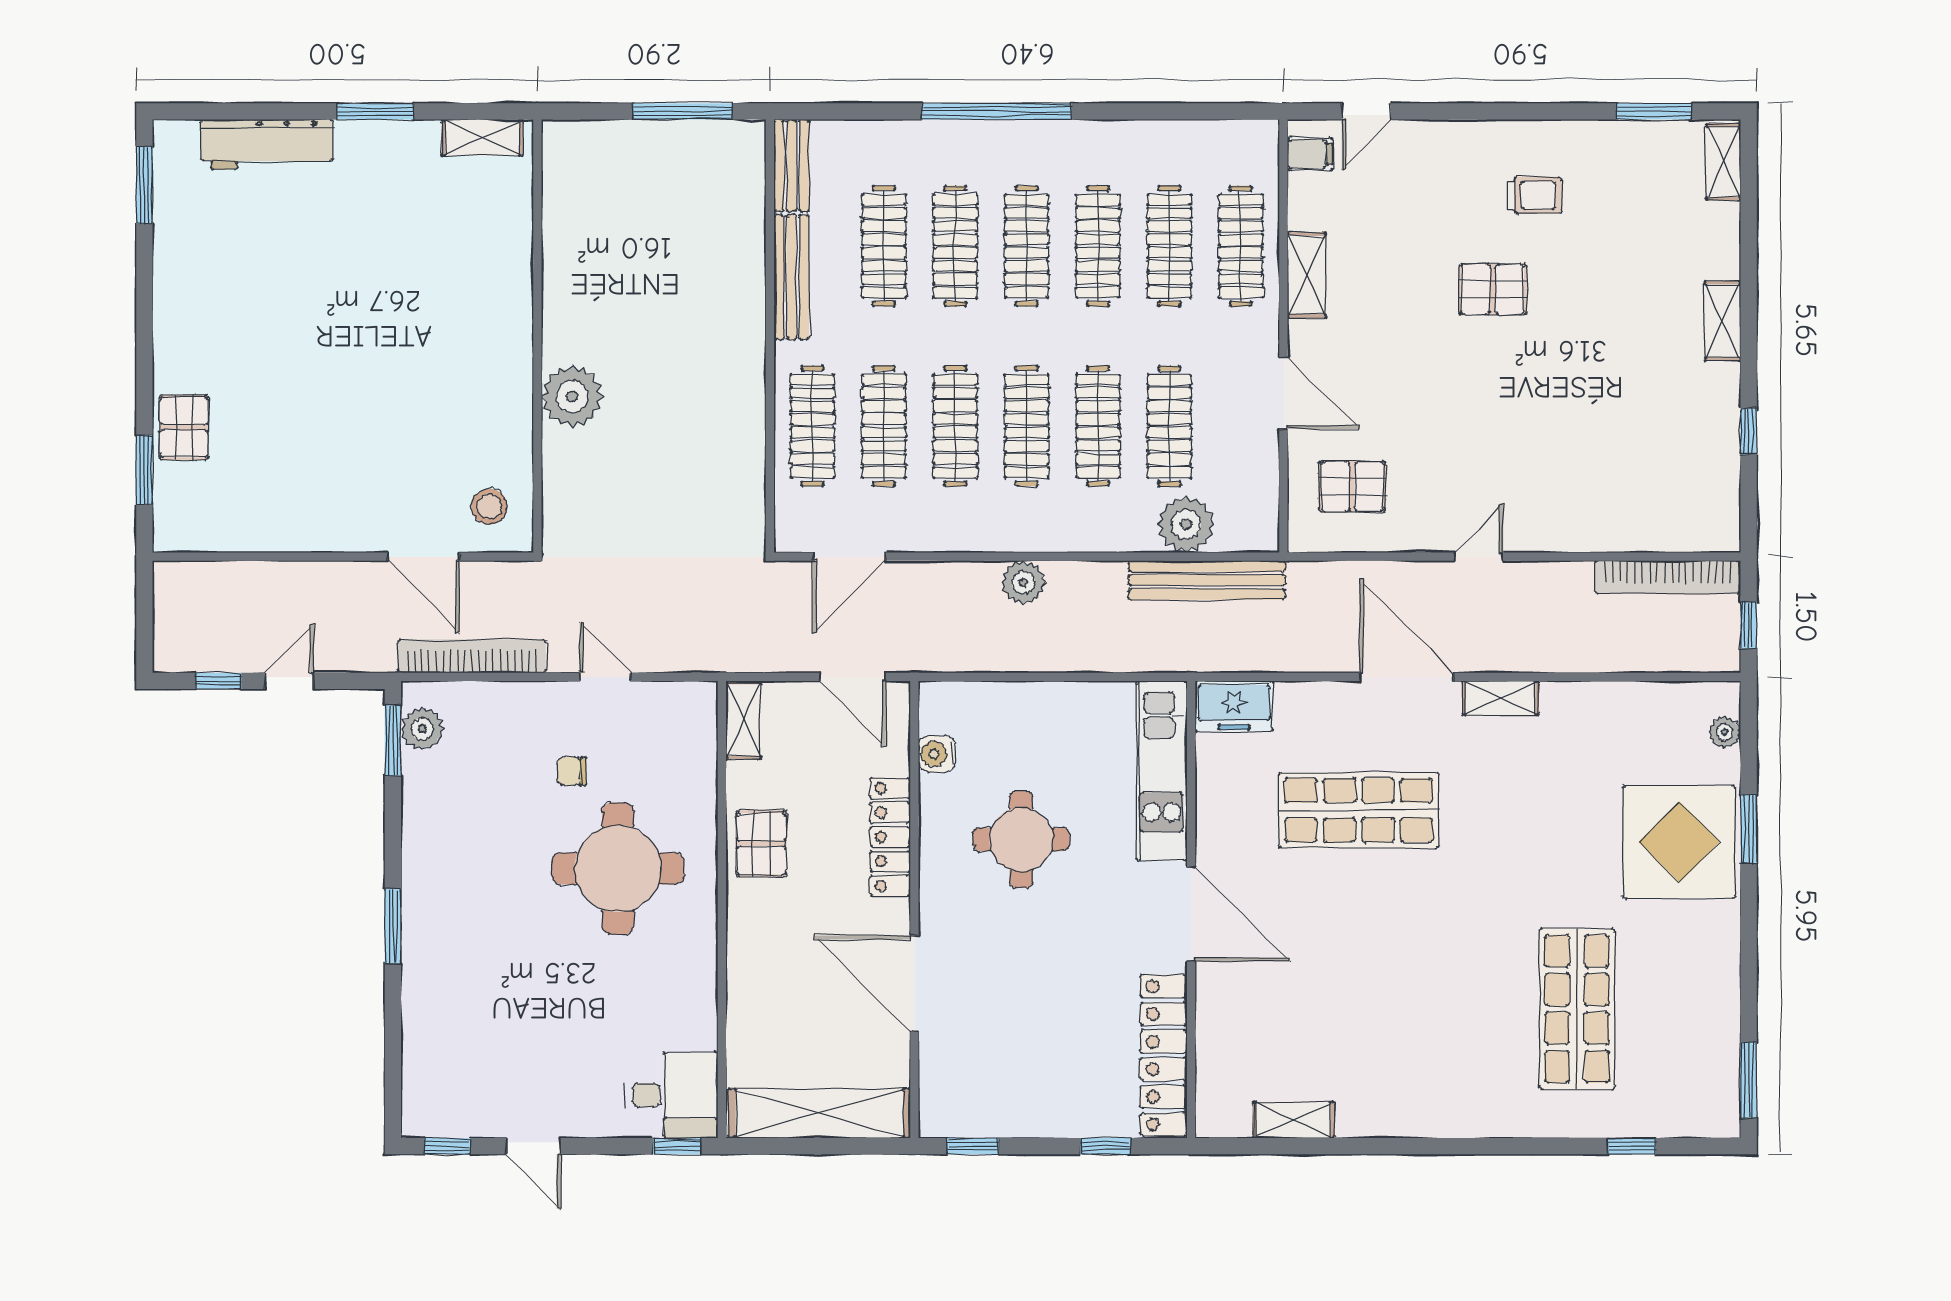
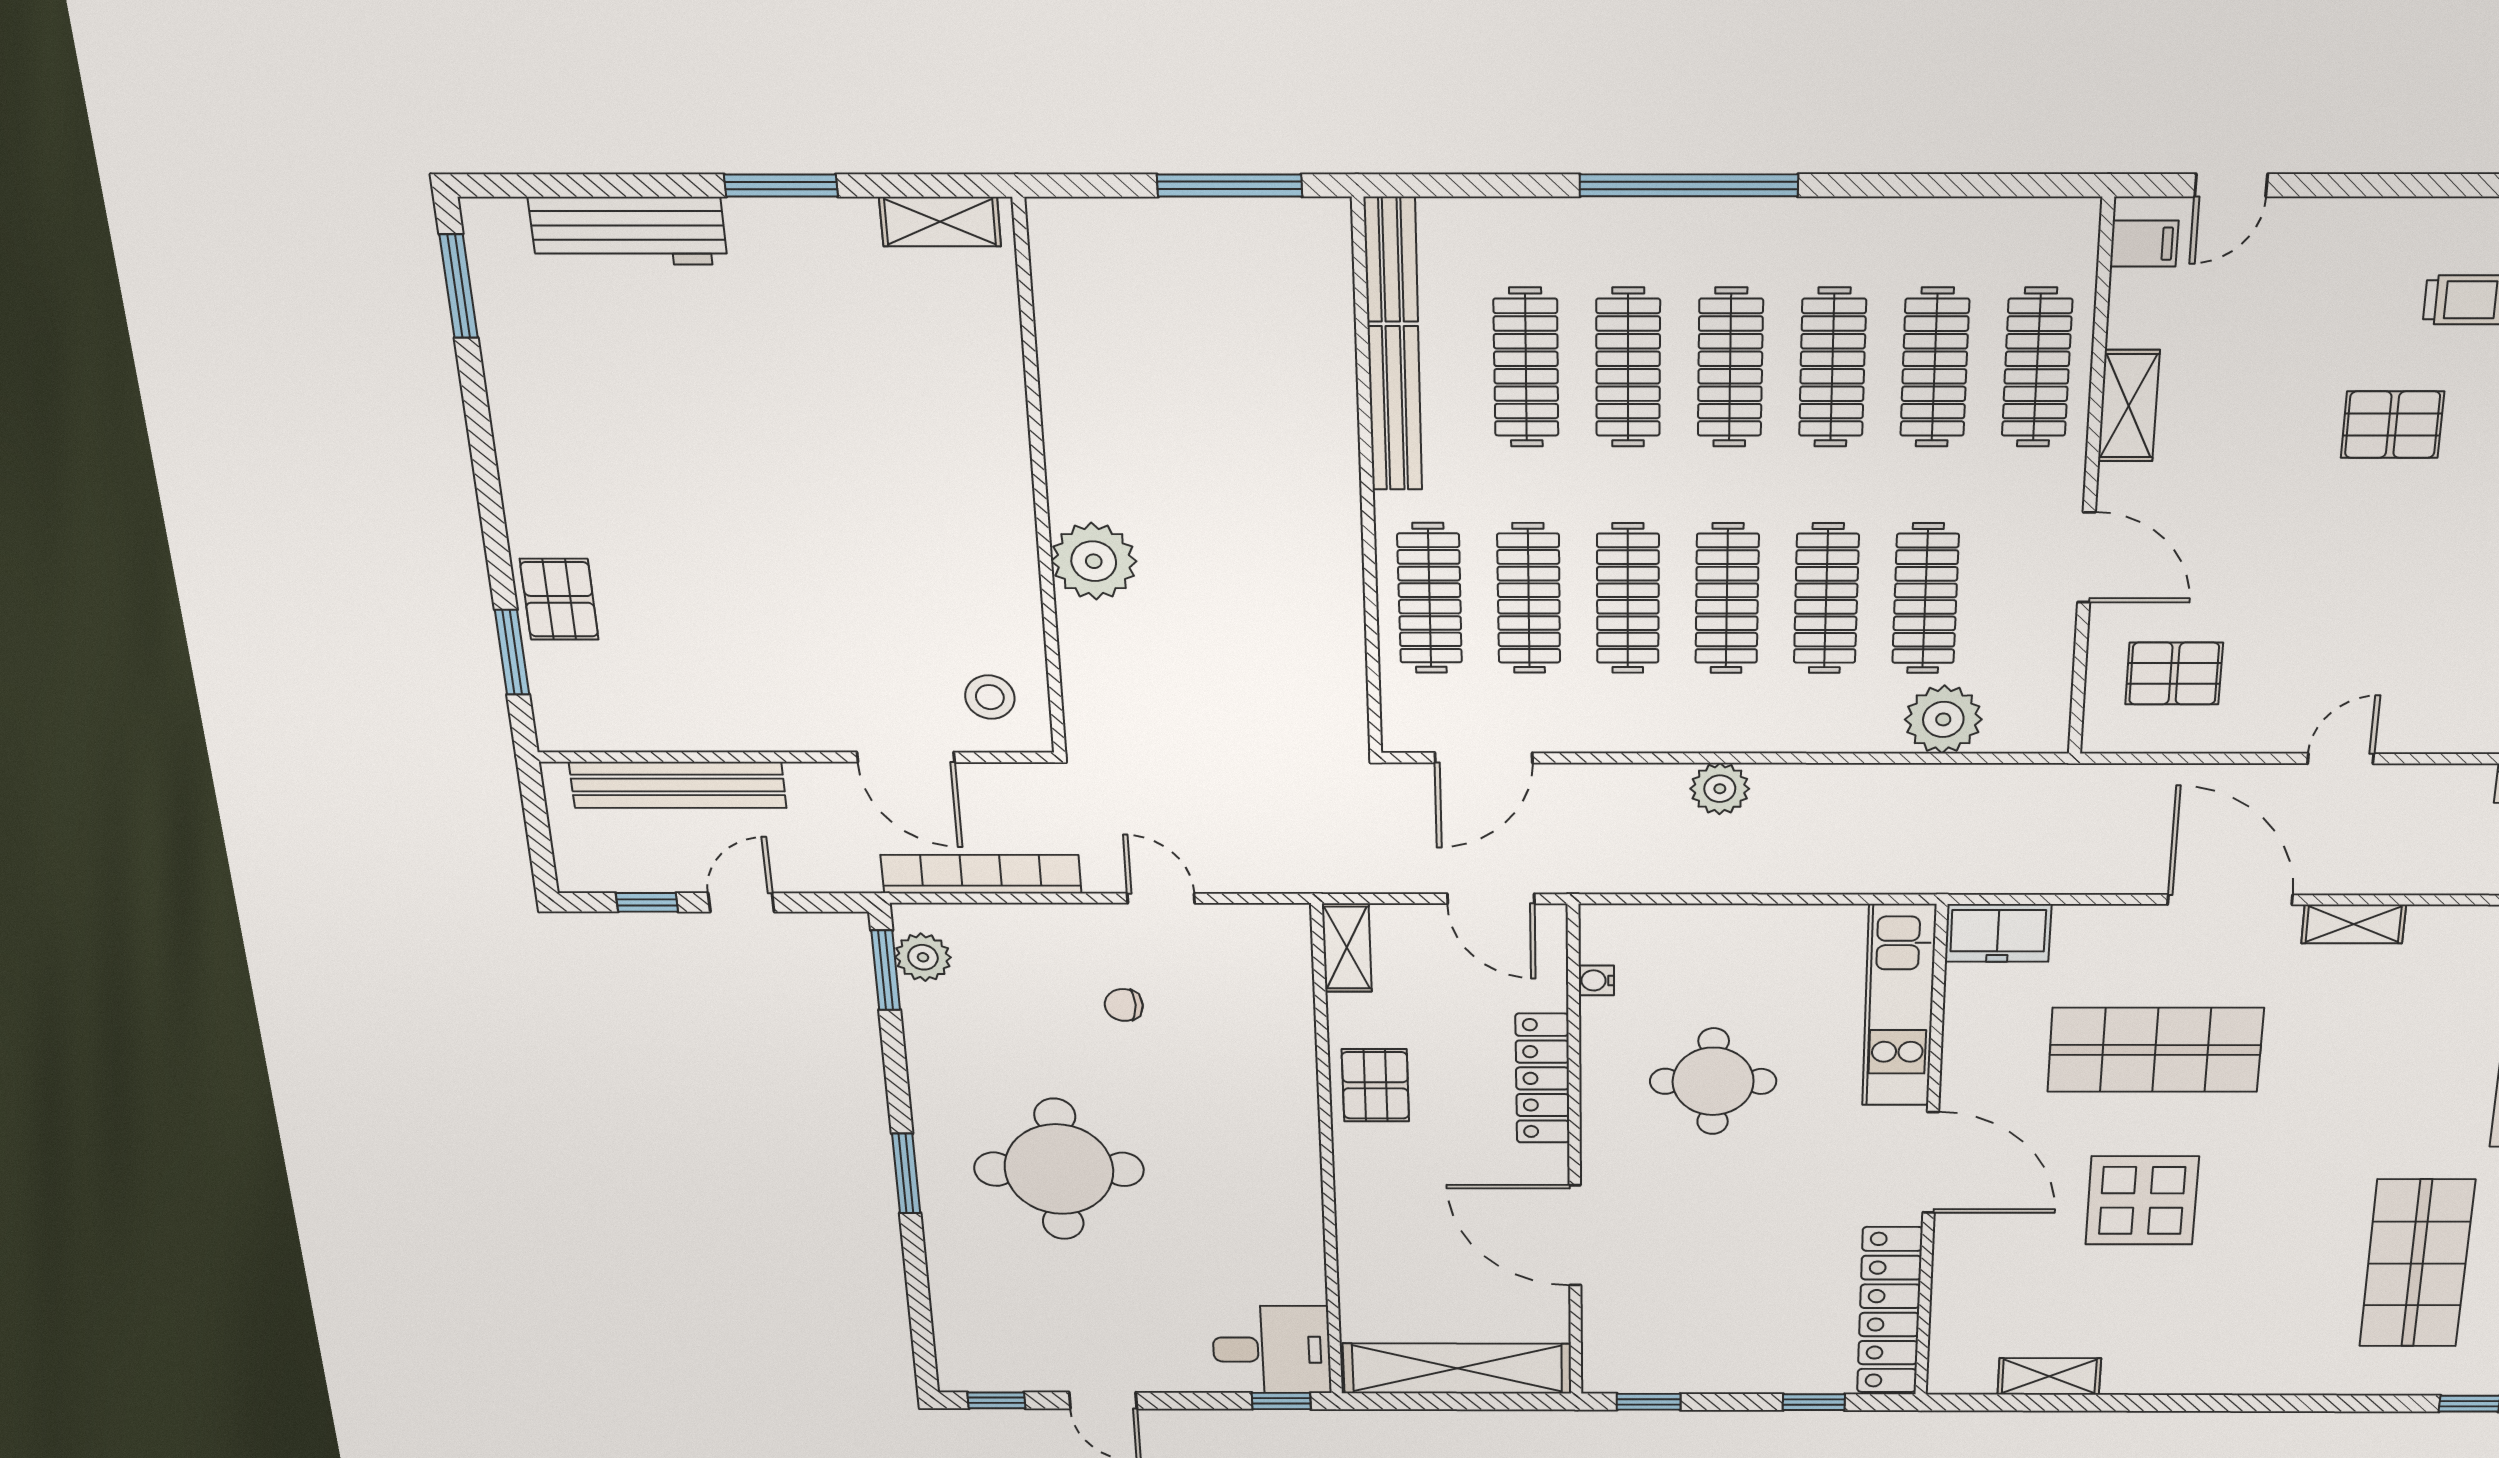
bench: (1207, 580) -> (678, 785), moved
water cooler: (937, 754) -> (1596, 980), width x0.72, depth x0.72
round table: (618, 869) -> (1059, 1169), moved
display table: (1357, 949) -> (2142, 1201), added

